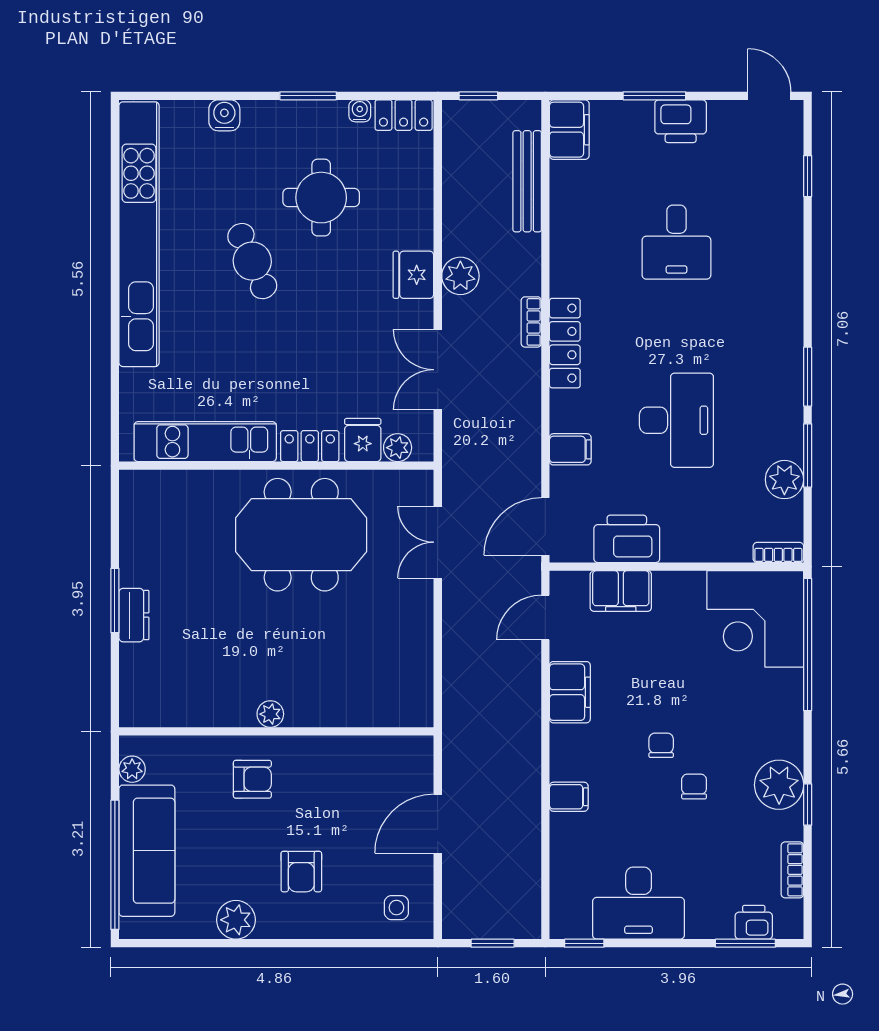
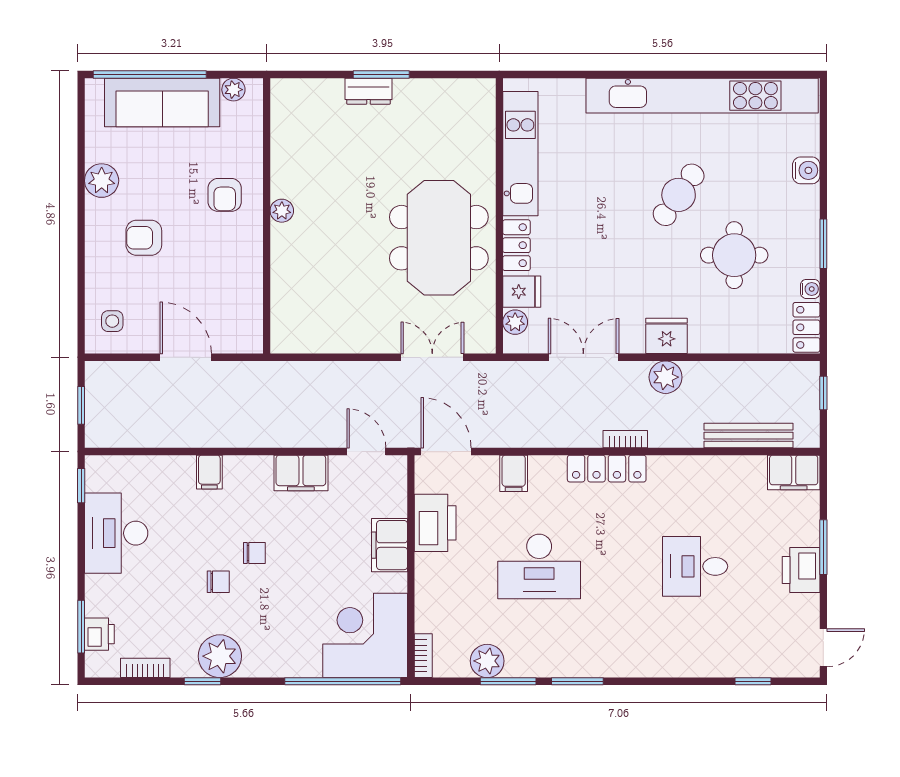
cafe table: (252, 261) -> (679, 195), turned -31
filing cabinet: (621, 591) -> (390, 545), moved

